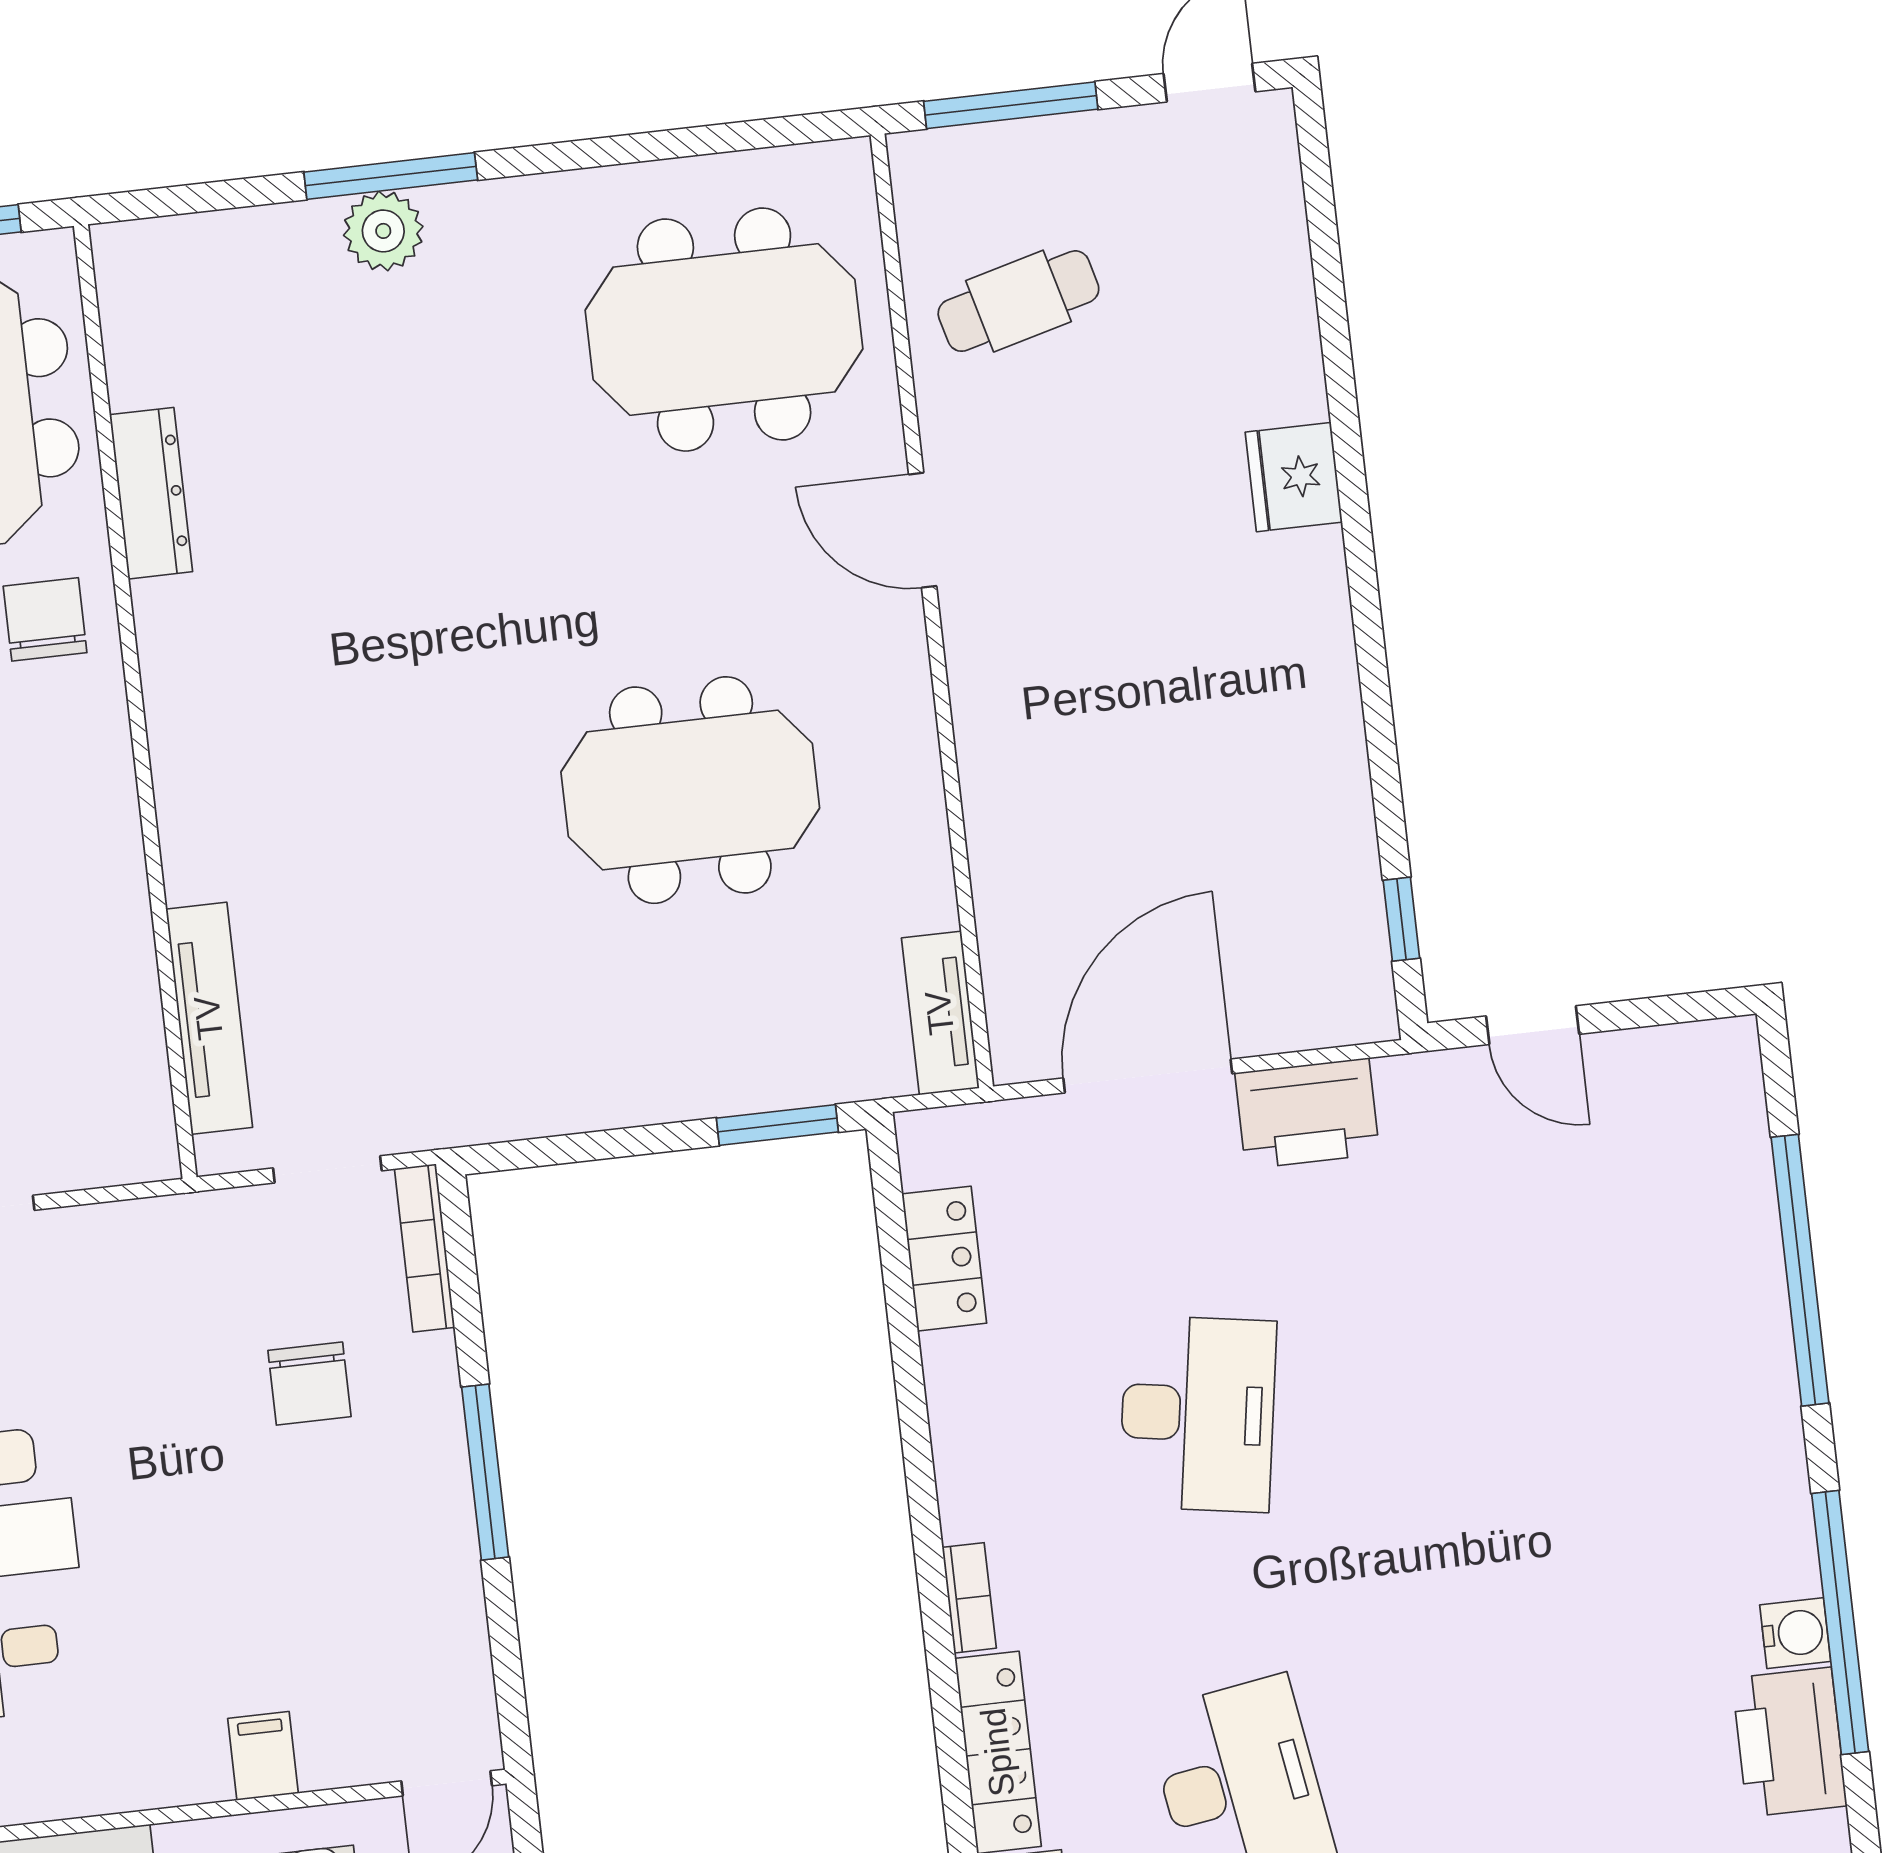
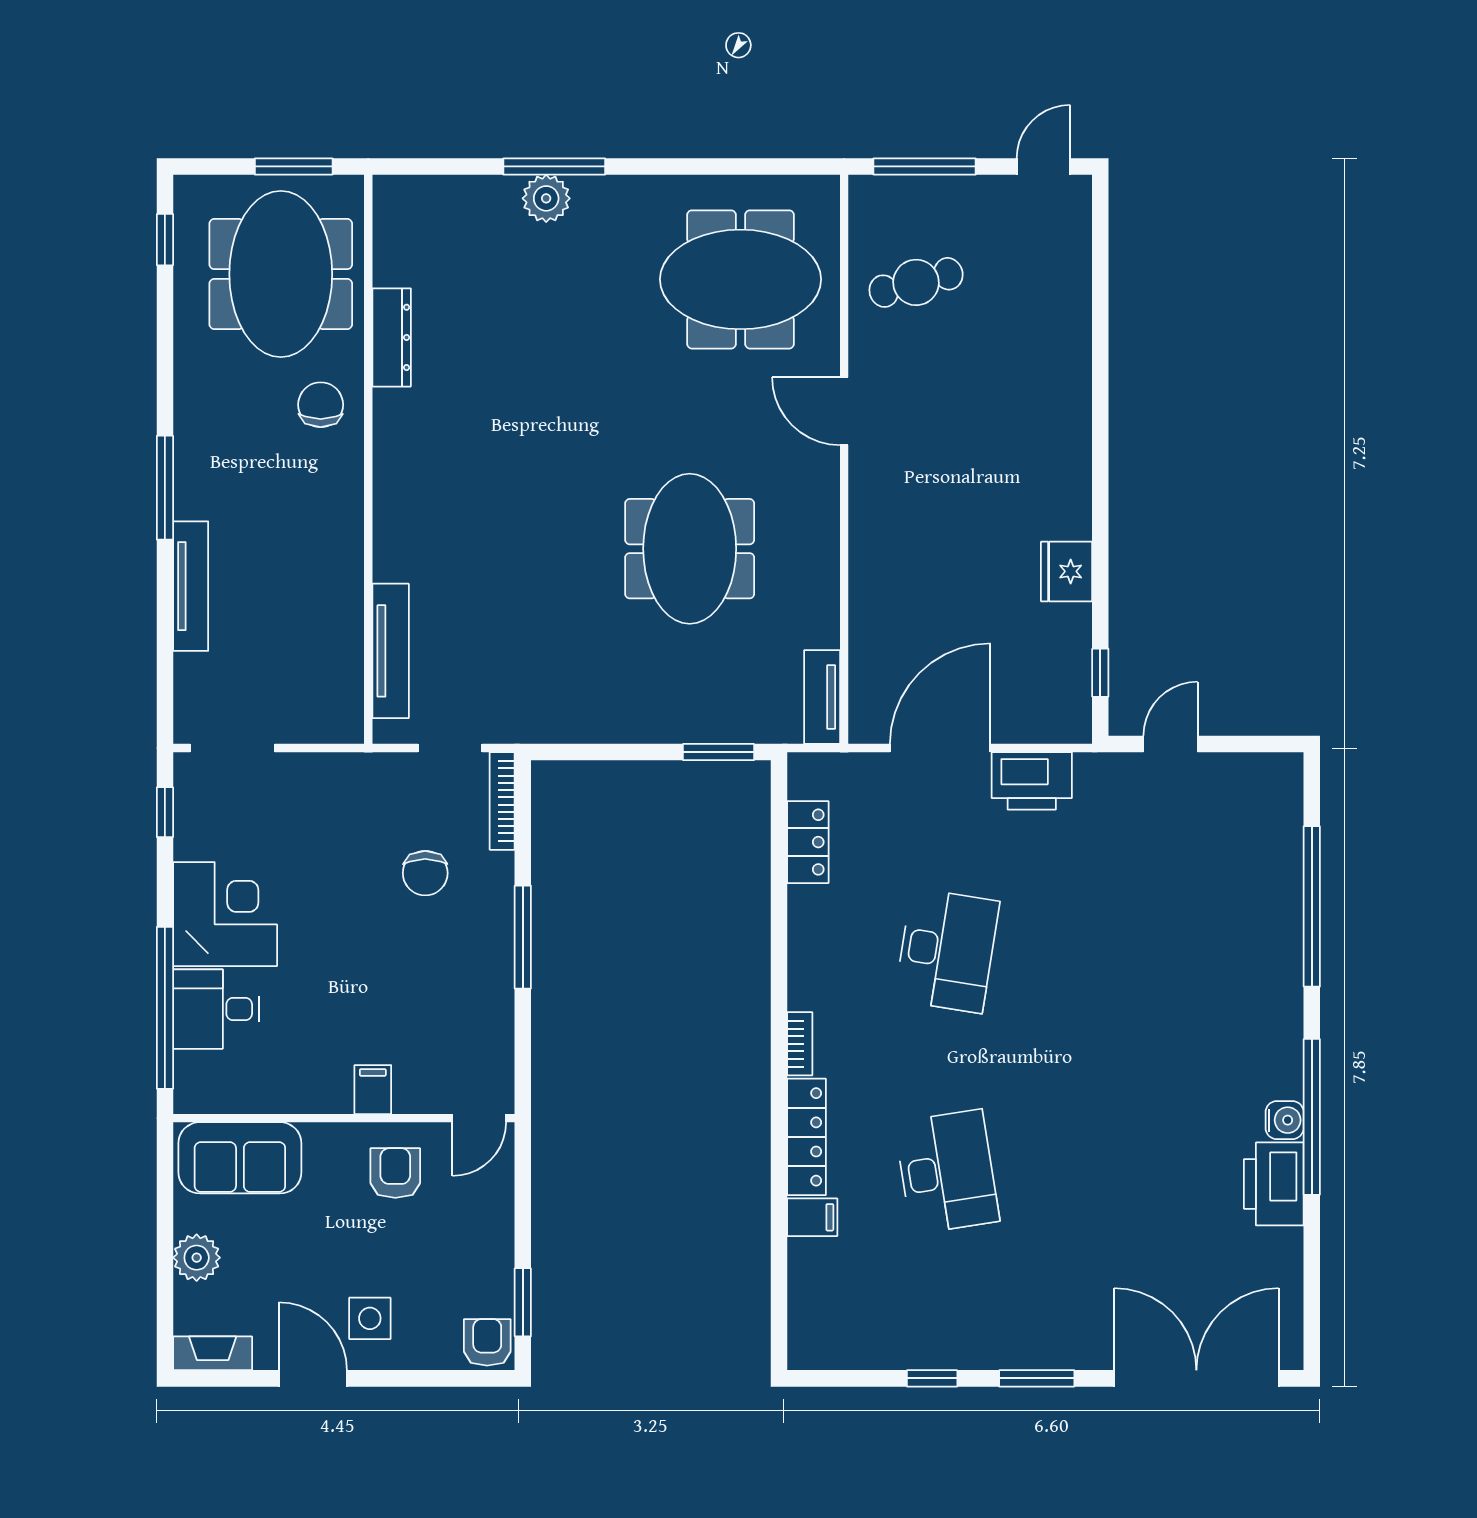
fridge: (1294, 477) -> (1067, 571), moved
meeting table: (690, 790) -> (690, 549), turned 90
door: (1533, 1025) -> (1171, 744), swing flipped

